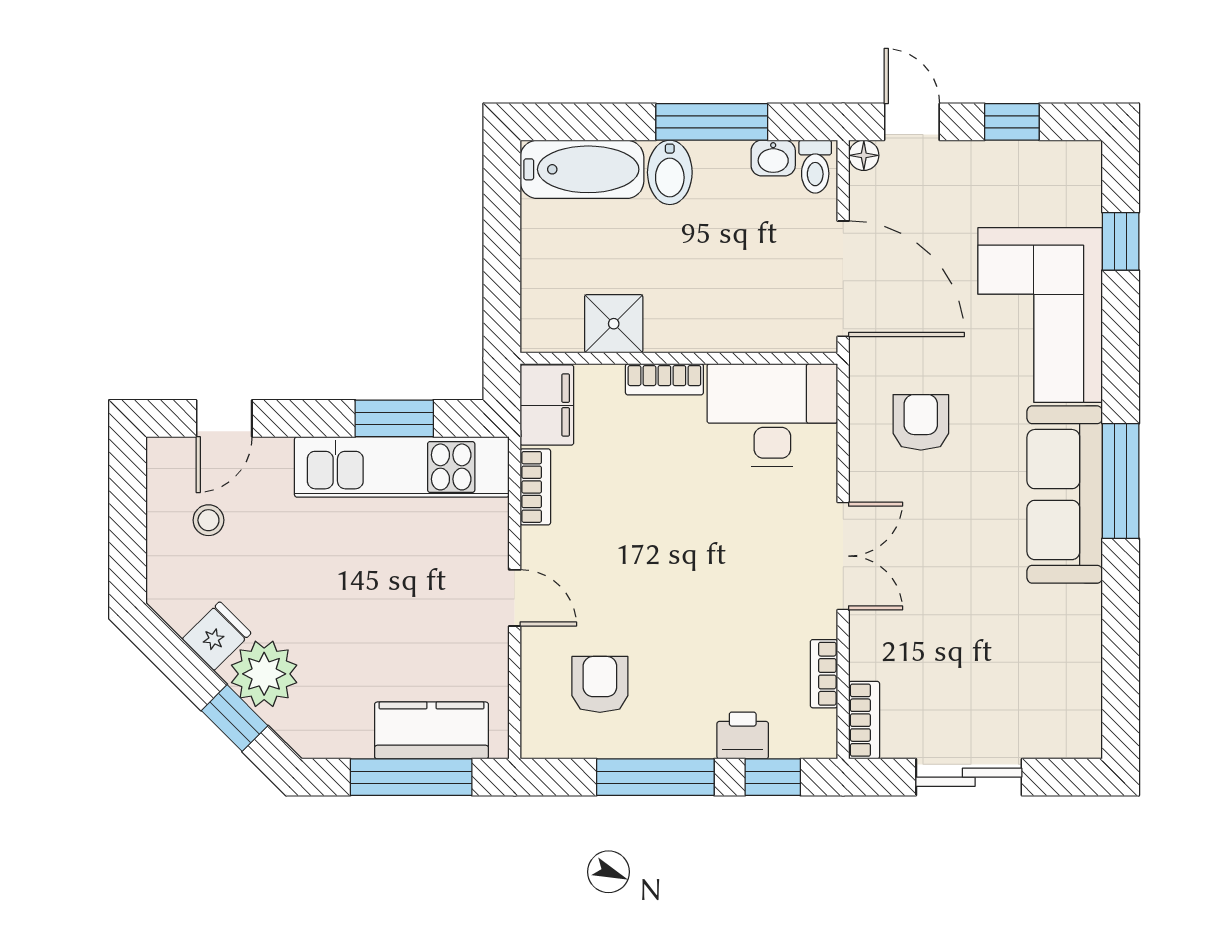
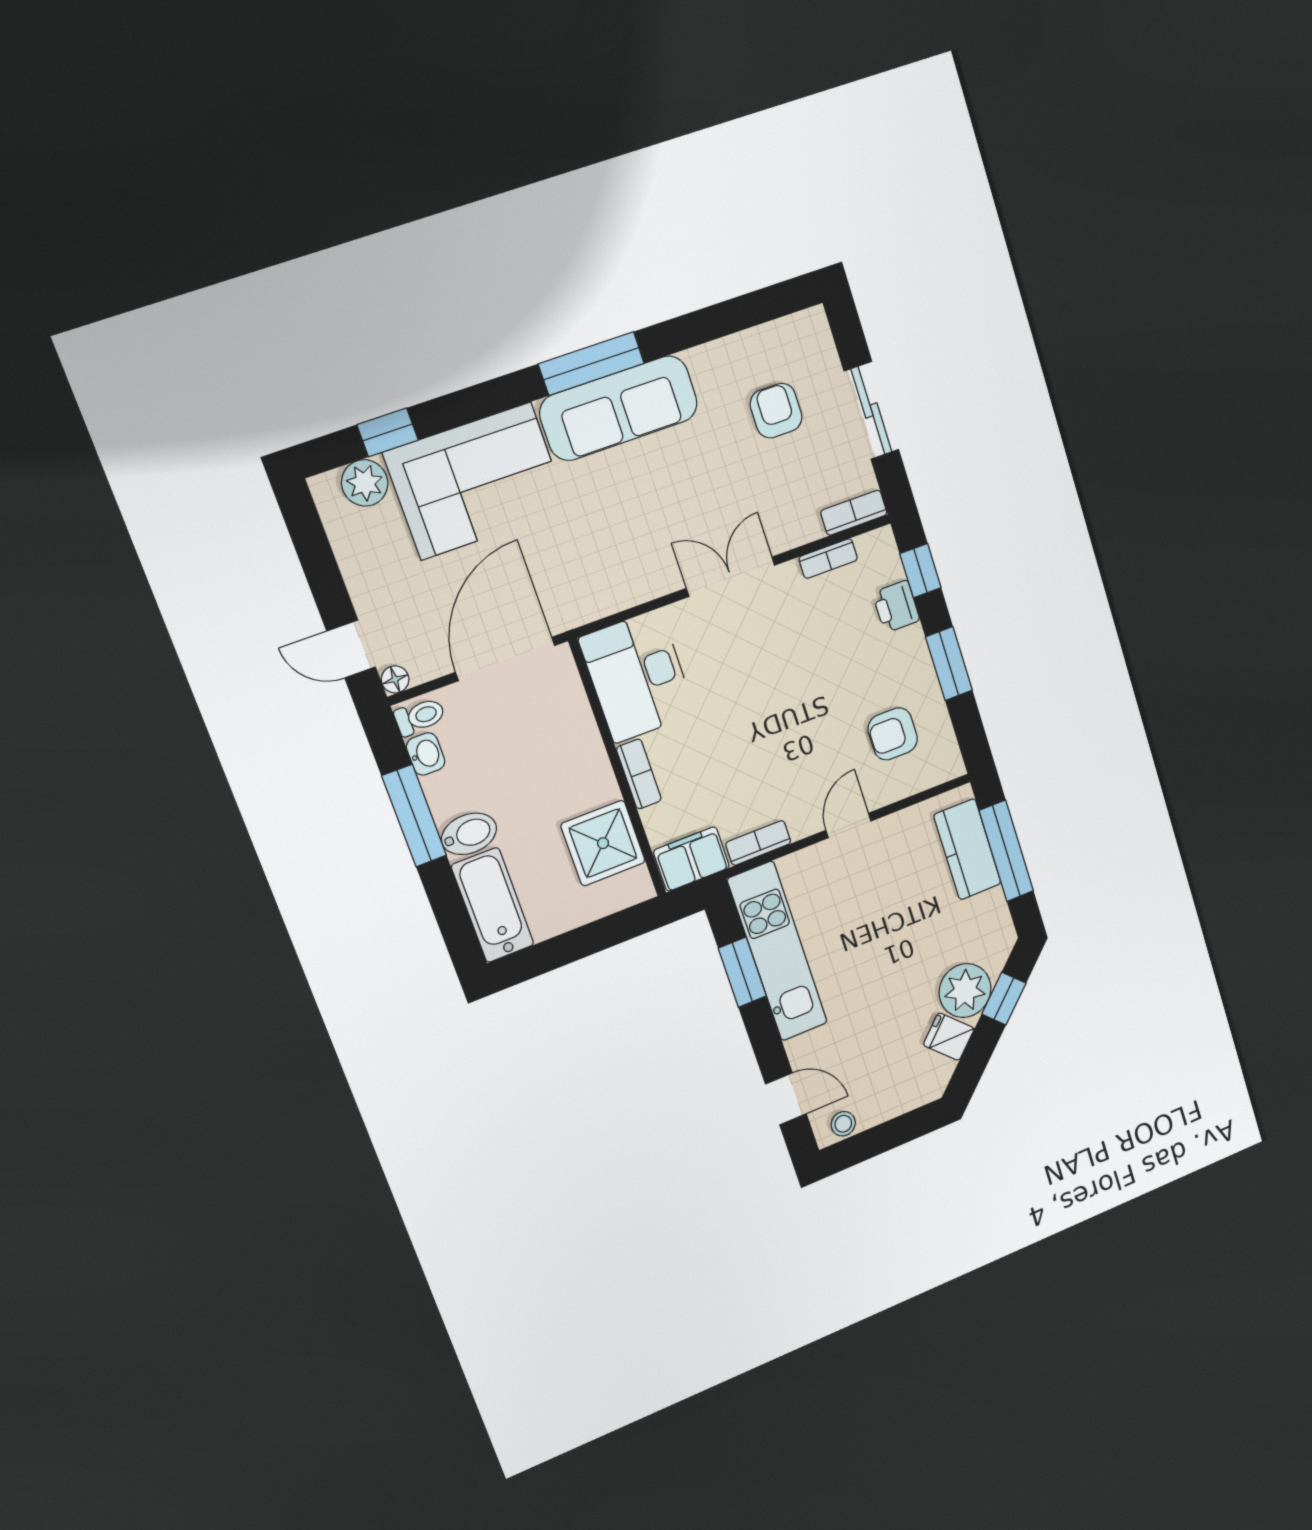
door: (912, 122) -> (351, 649), hinge flipped
window: (1012, 122) -> (319, 563), removed
plant: (1077, 199) -> (365, 483), added
shower: (614, 324) -> (603, 843), width x1.36, depth x1.36
armchair: (921, 422) -> (776, 411), moved, turned 90
stool: (208, 520) -> (843, 1124), moved
window: (655, 777) -> (949, 664), width x0.69

